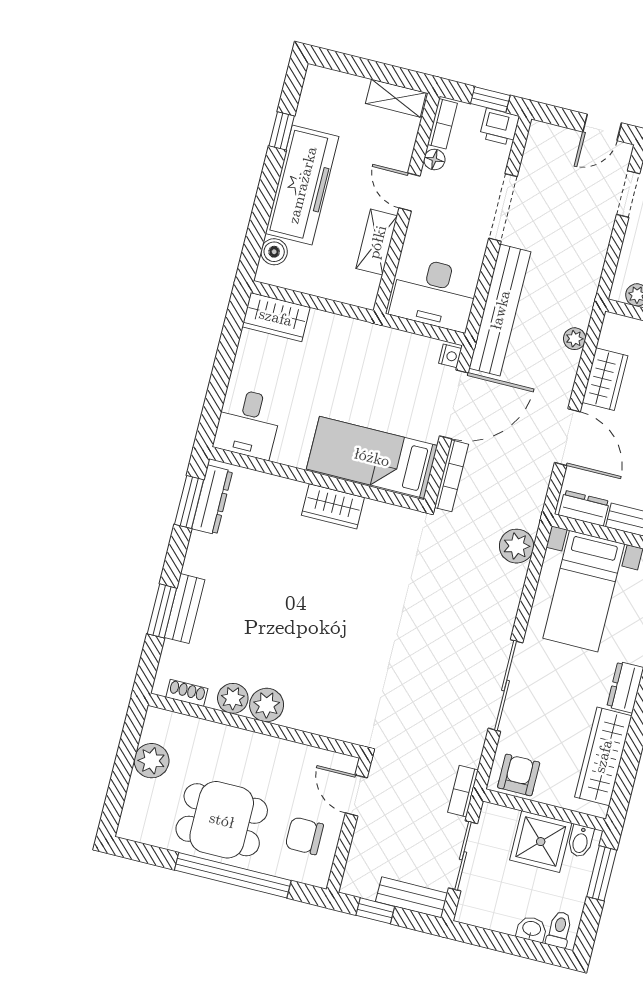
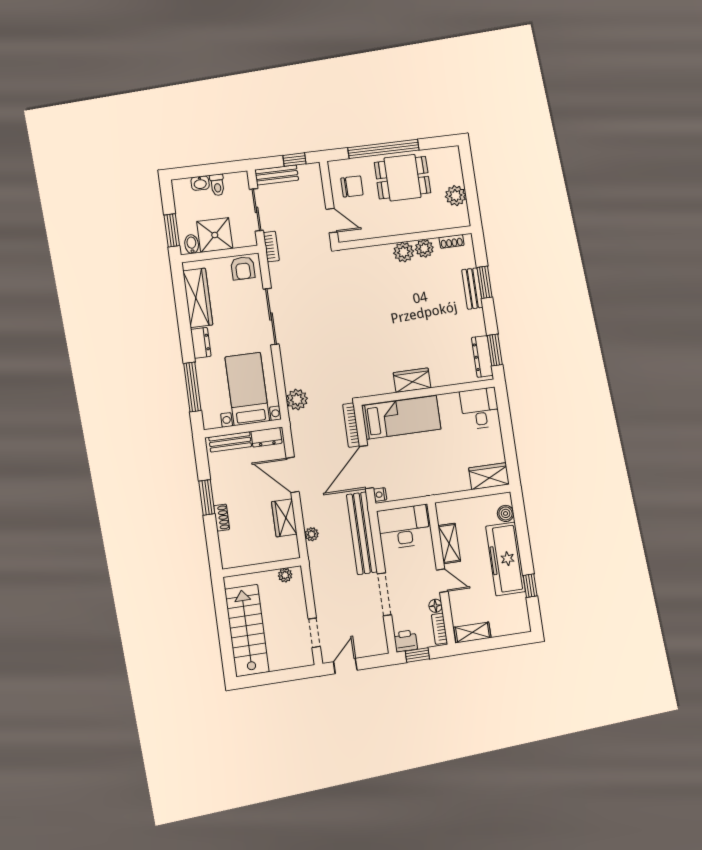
toilet: (559, 930) -> (217, 185), moved

